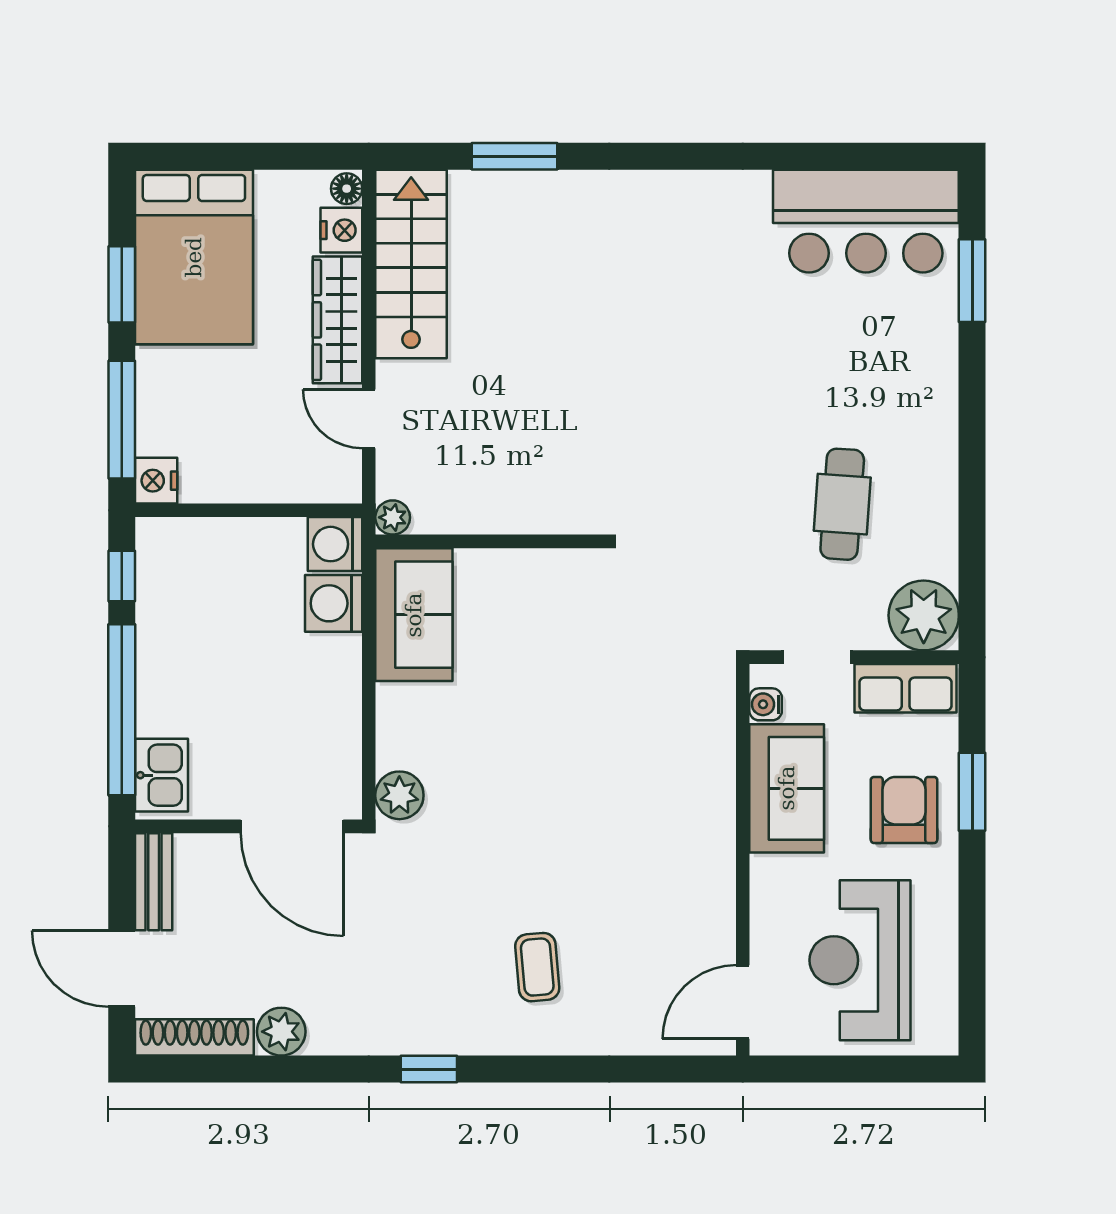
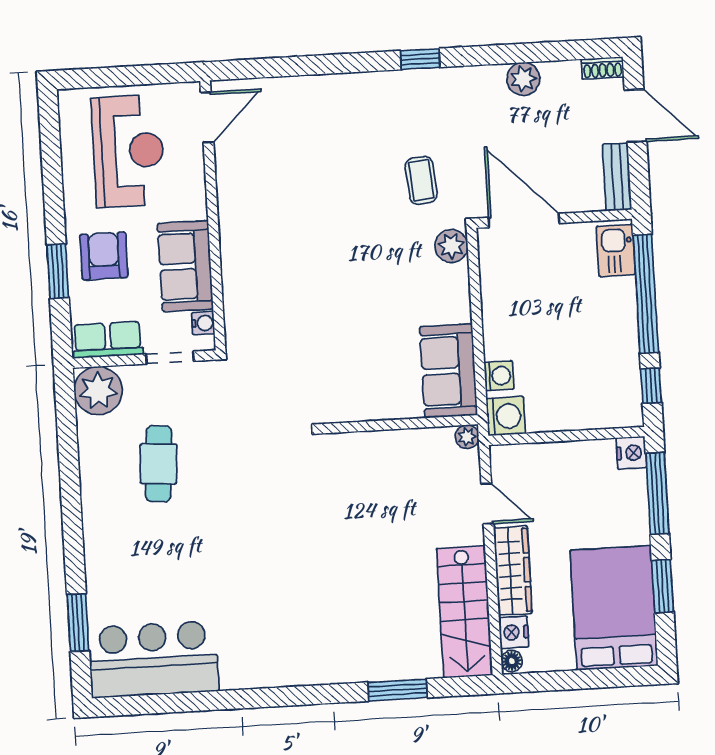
washing machine: (334, 603) -> (499, 376), width x0.73, depth x0.73
armchair: (904, 810) -> (104, 256), turned 180
coffee table: (537, 967) -> (421, 180), moved
shoe rack: (194, 1037) -> (602, 68), width x0.51, depth x0.81

